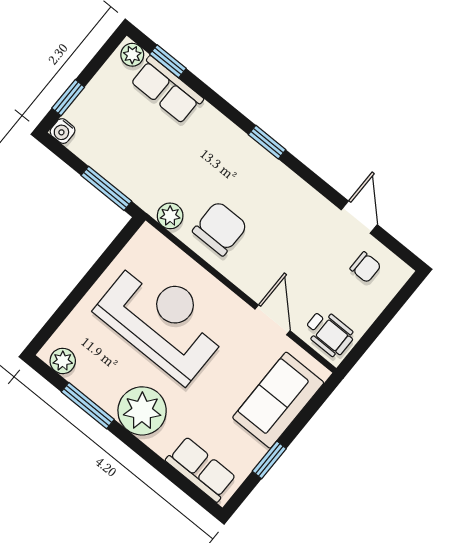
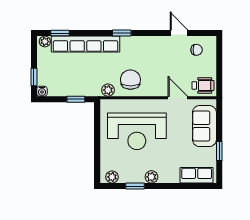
row of seats: (167, 90) -> (86, 44), width x2.02
window: (106, 188) -> (76, 99), width x0.67
reception desk: (162, 320) -> (137, 131), turned 180
window: (88, 406) -> (135, 186), width x0.67
plant: (142, 411) -> (151, 177), width x0.53, depth x0.53

